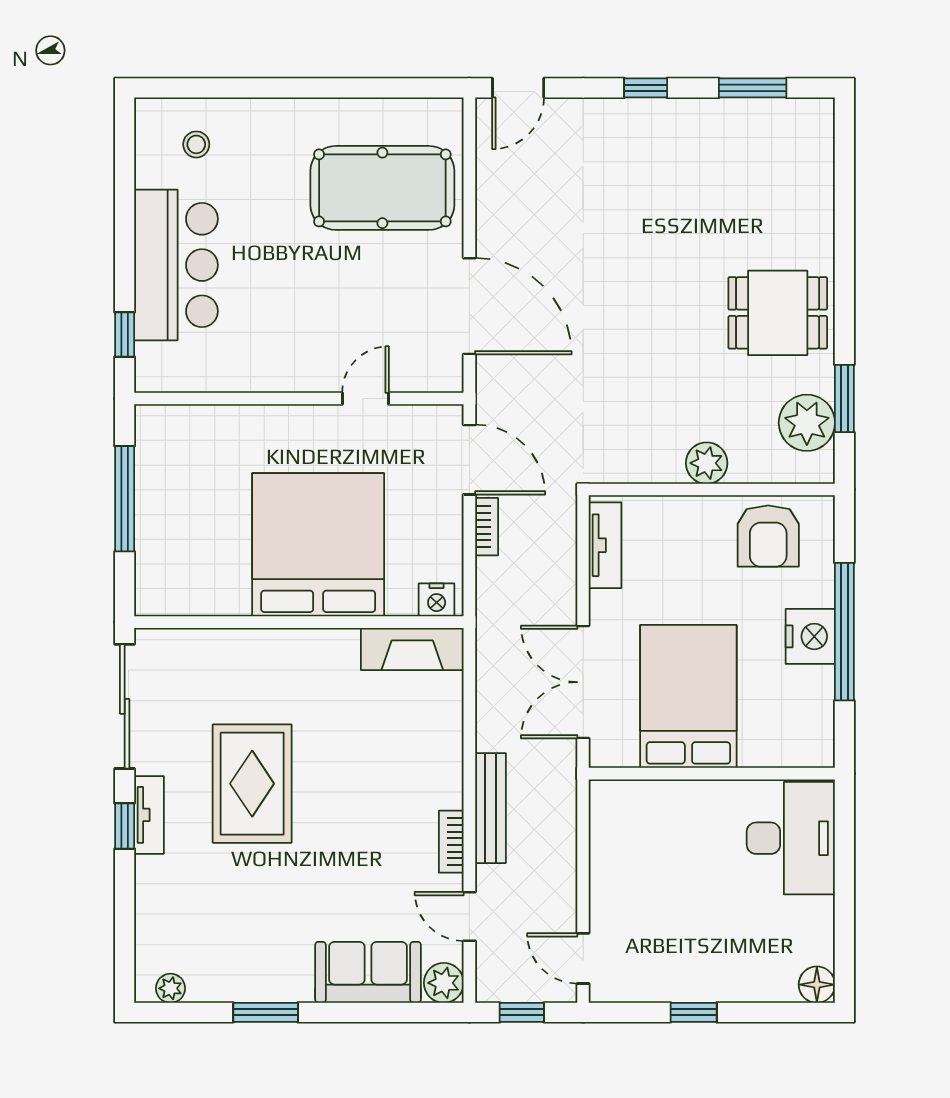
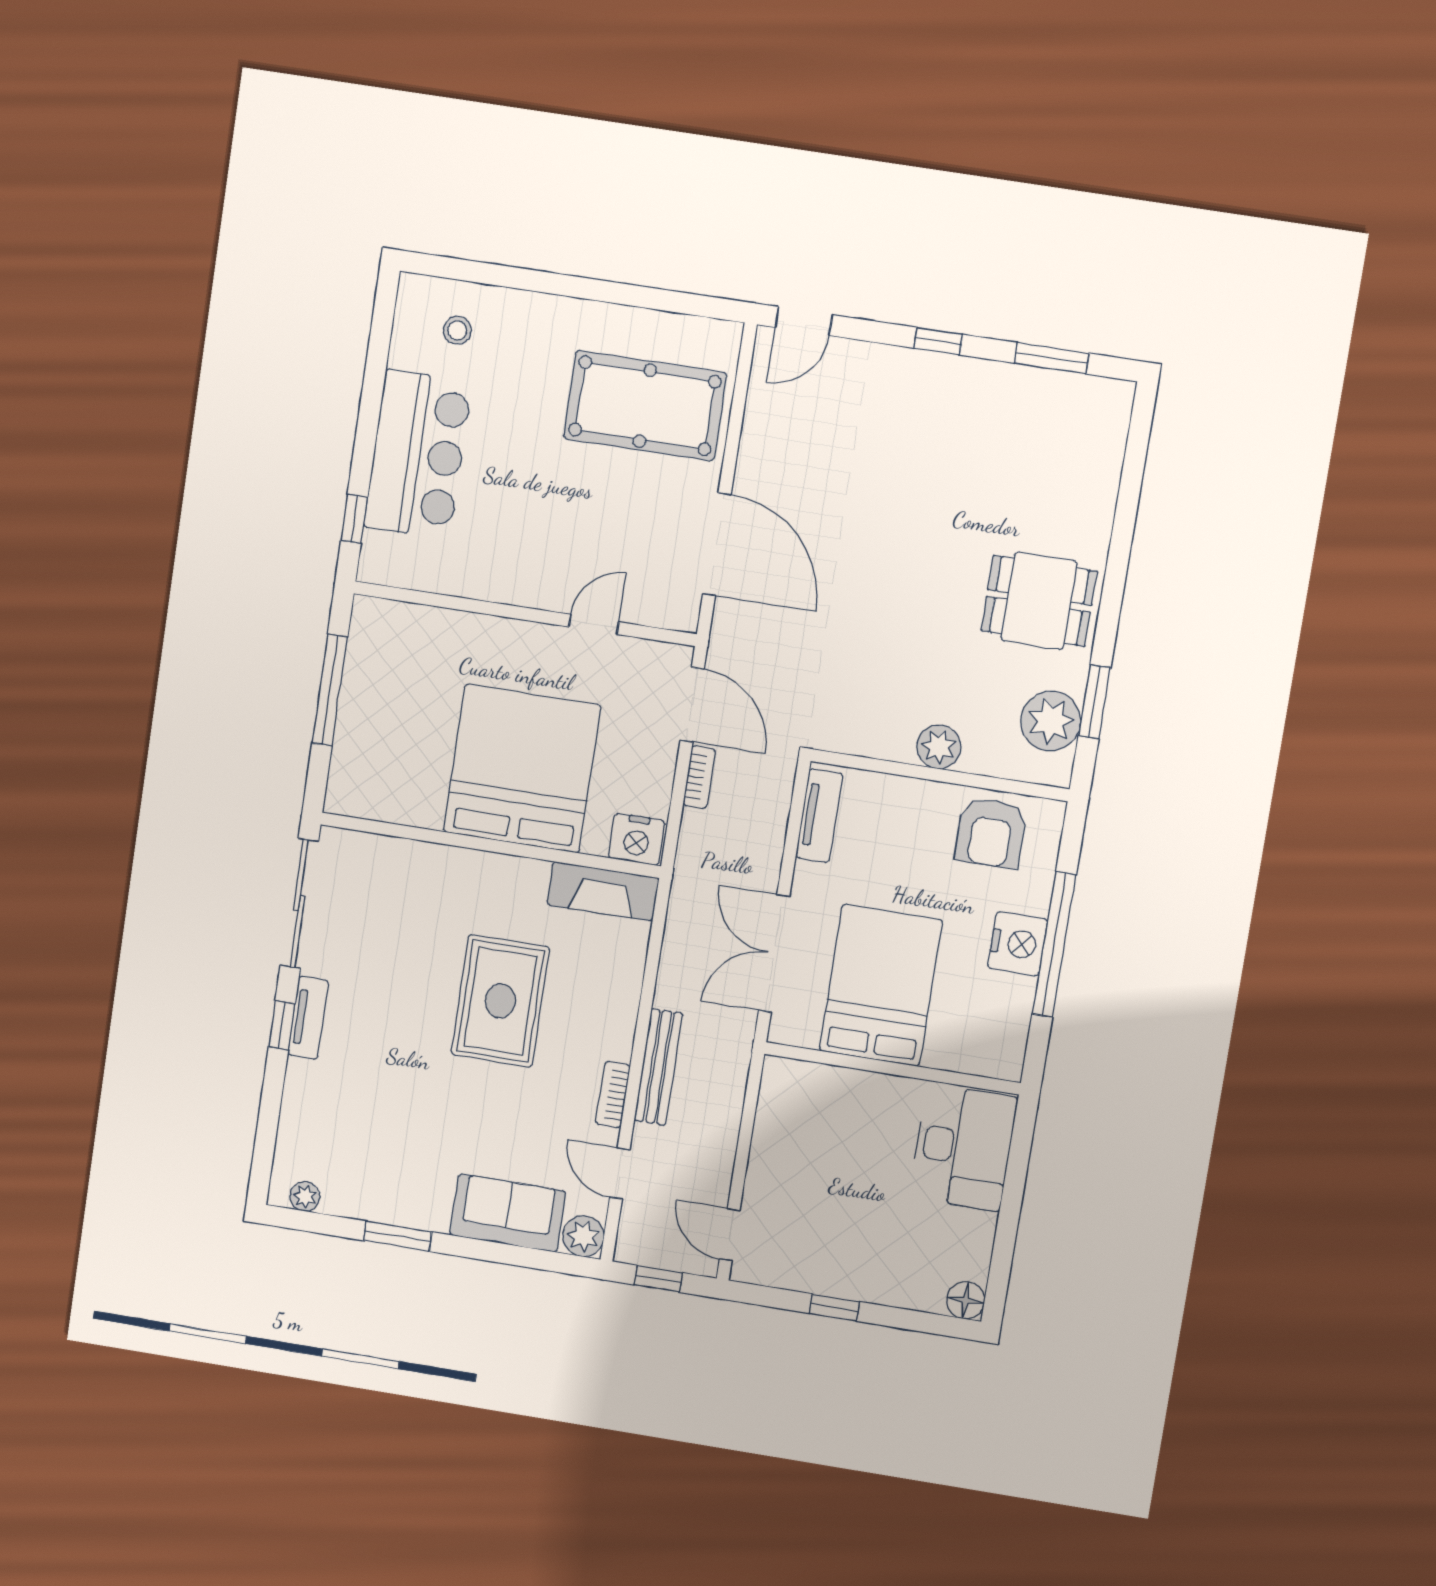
nightstand: (437, 600) -> (637, 839), width x1.36, depth x1.33
rug: (252, 784) -> (500, 1001), moved

